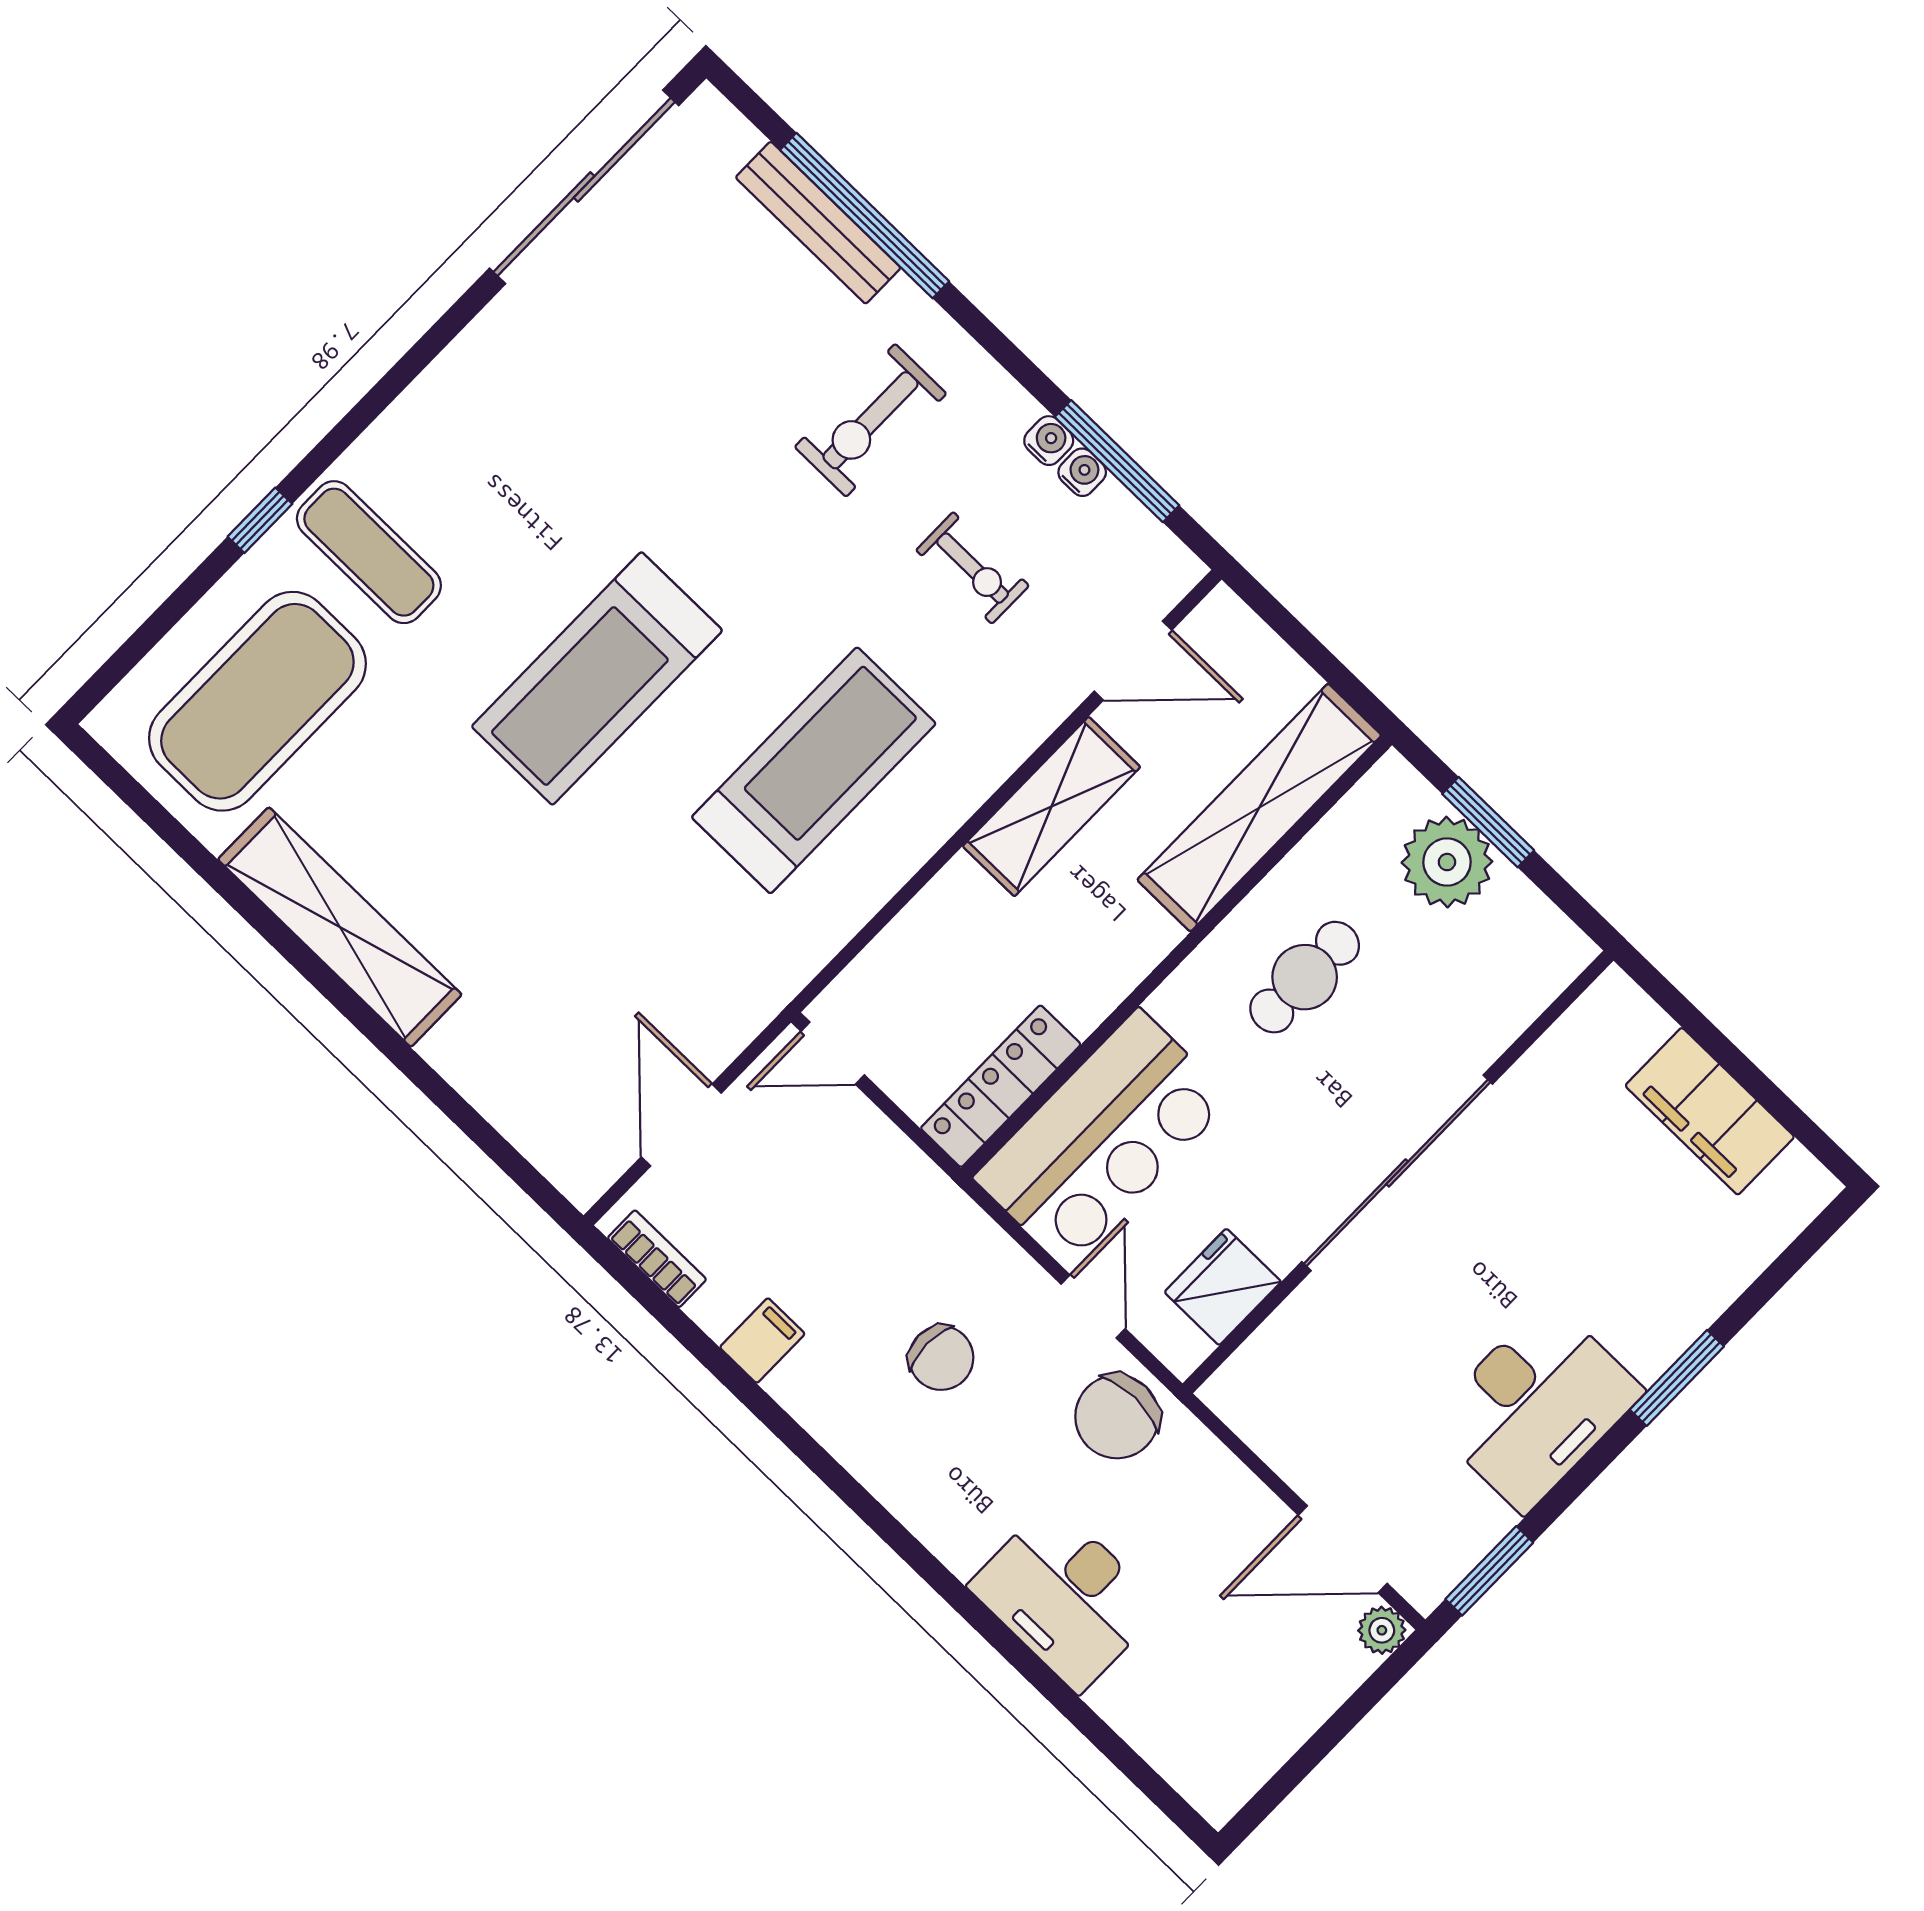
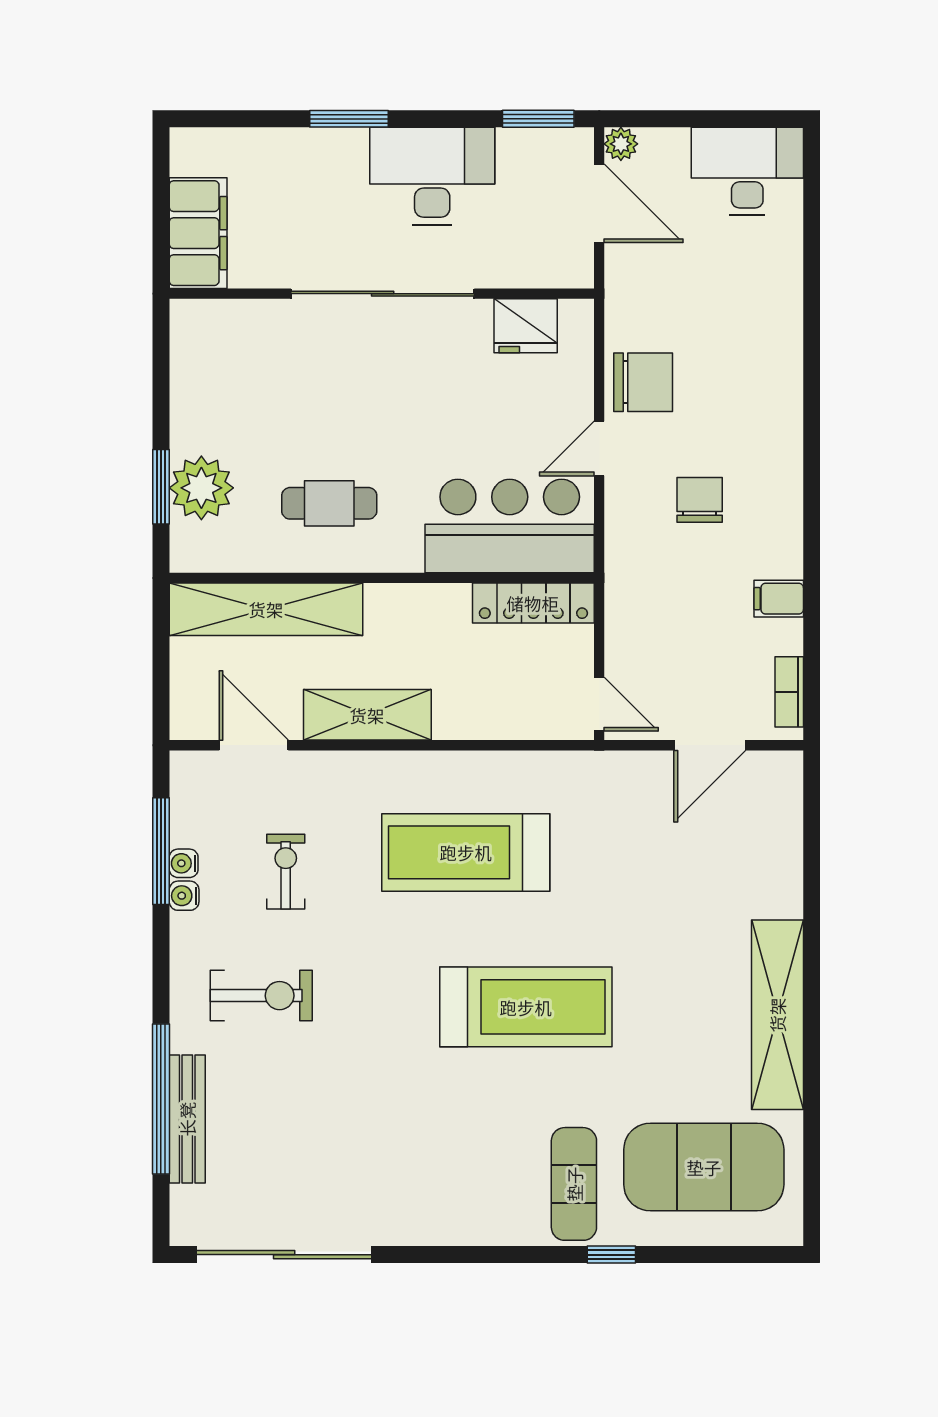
wall: (1398, 1172) -> (382, 294), moved
sliding door: (1397, 1173) -> (383, 294), moved
fridge: (1223, 1287) -> (526, 326), moved
desk: (1065, 1597) -> (747, 171), moved, turned -90

